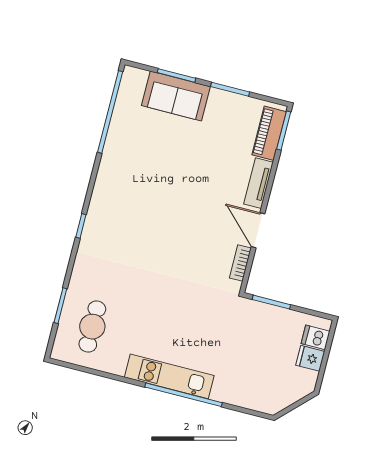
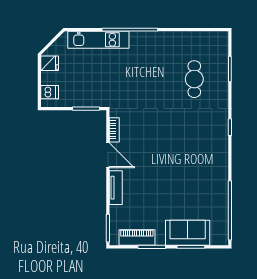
piano: (269, 133) -> (137, 237), moved, turned -90
cafe table: (92, 327) -> (194, 79), moved
fridge: (310, 358) -> (50, 63), moved
kitchen unit: (169, 376) -> (98, 40), moved

